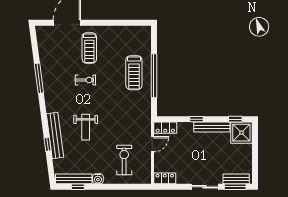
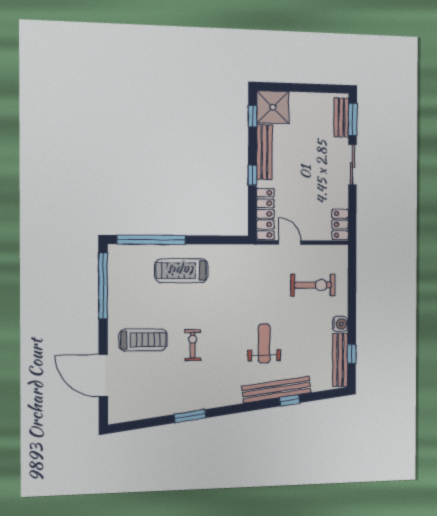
window: (124, 23) -> (103, 286), added
treadmill: (134, 73) -> (182, 271), turned 180
window: (154, 76) -> (151, 240), moved
window: (39, 78) -> (190, 416), width x0.69
weight bench: (86, 127) -> (264, 344), turned -90
locker: (165, 128) -> (265, 214), width x1.53
exercise bike: (124, 160) -> (313, 285), turned 180

